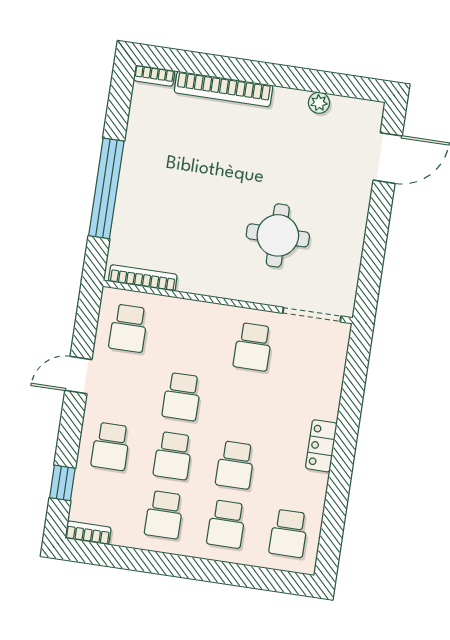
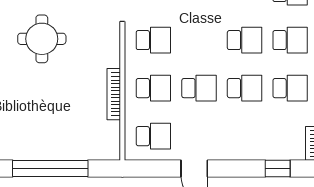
round table: (278, 235) -> (42, 39), moved
bookcase: (143, 278) -> (114, 94), moved
school desk: (111, 446) -> (153, 88), moved

